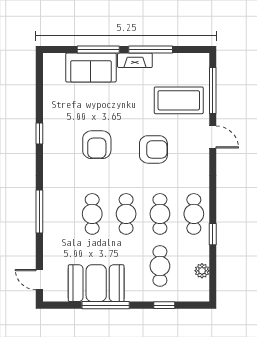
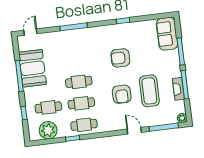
fireplace: (135, 60) -> (178, 89), moved
plant: (202, 60) -> (182, 118), added
sofa: (91, 68) -> (167, 34), moved
coffee table: (179, 100) -> (149, 91), moved
door: (213, 137) -> (134, 131), swing flipped
cafe table: (92, 214) -> (76, 60), removed
plant: (202, 271) -> (48, 130), width x1.88, depth x1.88

